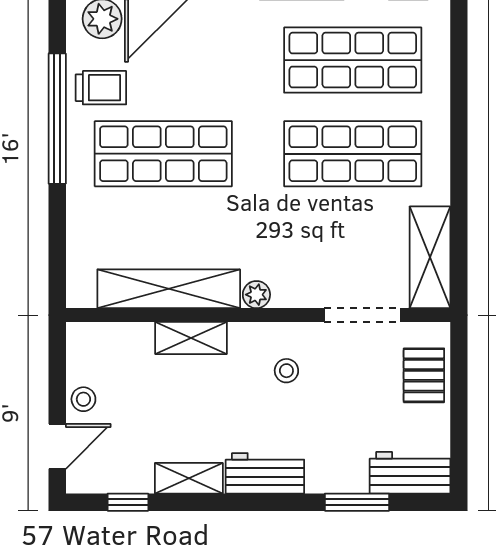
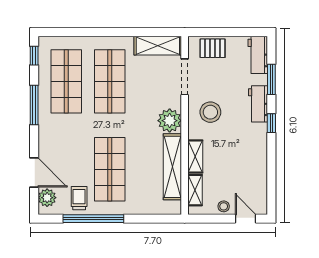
plant: (256, 295) -> (170, 121), width x1.88, depth x1.88
stool: (286, 371) -> (210, 112), width x1.89, depth x1.89
workbench: (265, 473) -> (258, 104), moved
shelving: (189, 478) -> (195, 190), moved
window: (128, 502) -> (271, 123), moved

